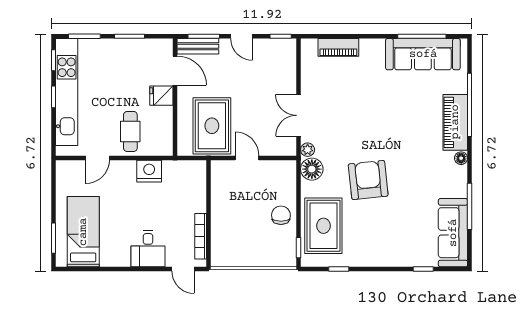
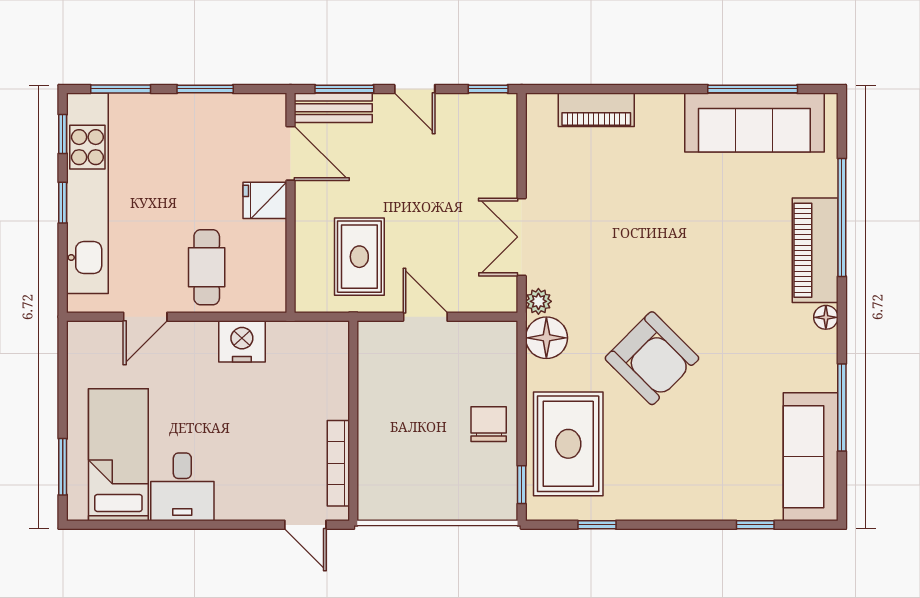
rug: (212, 126) -> (359, 257), width x0.73, depth x0.70
armchair: (368, 180) -> (652, 358), turned 141
desk: (148, 249) -> (182, 487), moved

